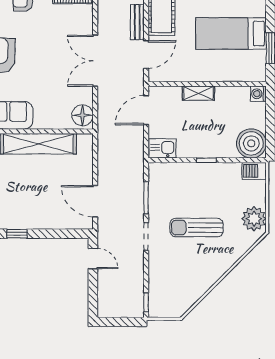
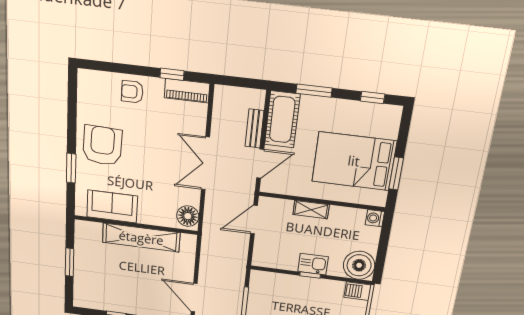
bed: (231, 34) -> (354, 161), width x1.50
kitchen sink: (162, 148) -> (313, 264), moved

